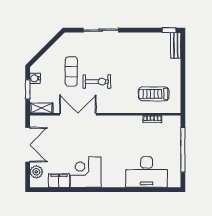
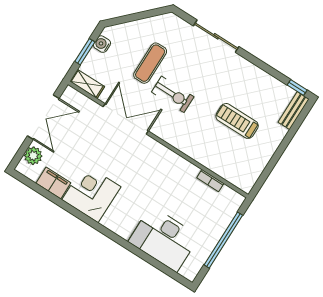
treadmill: (154, 94) -> (237, 121), moved

